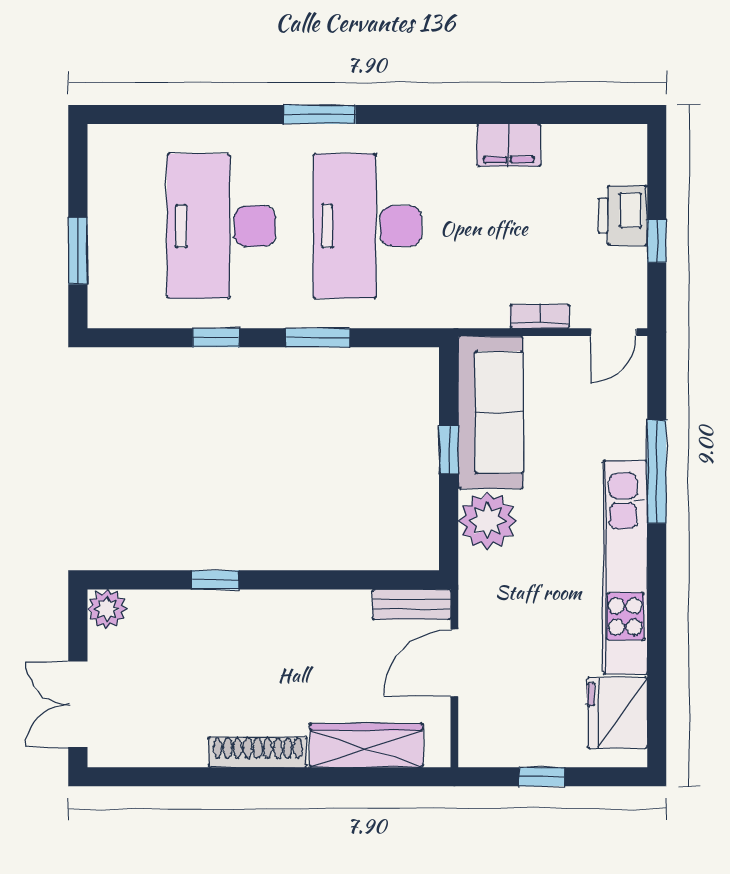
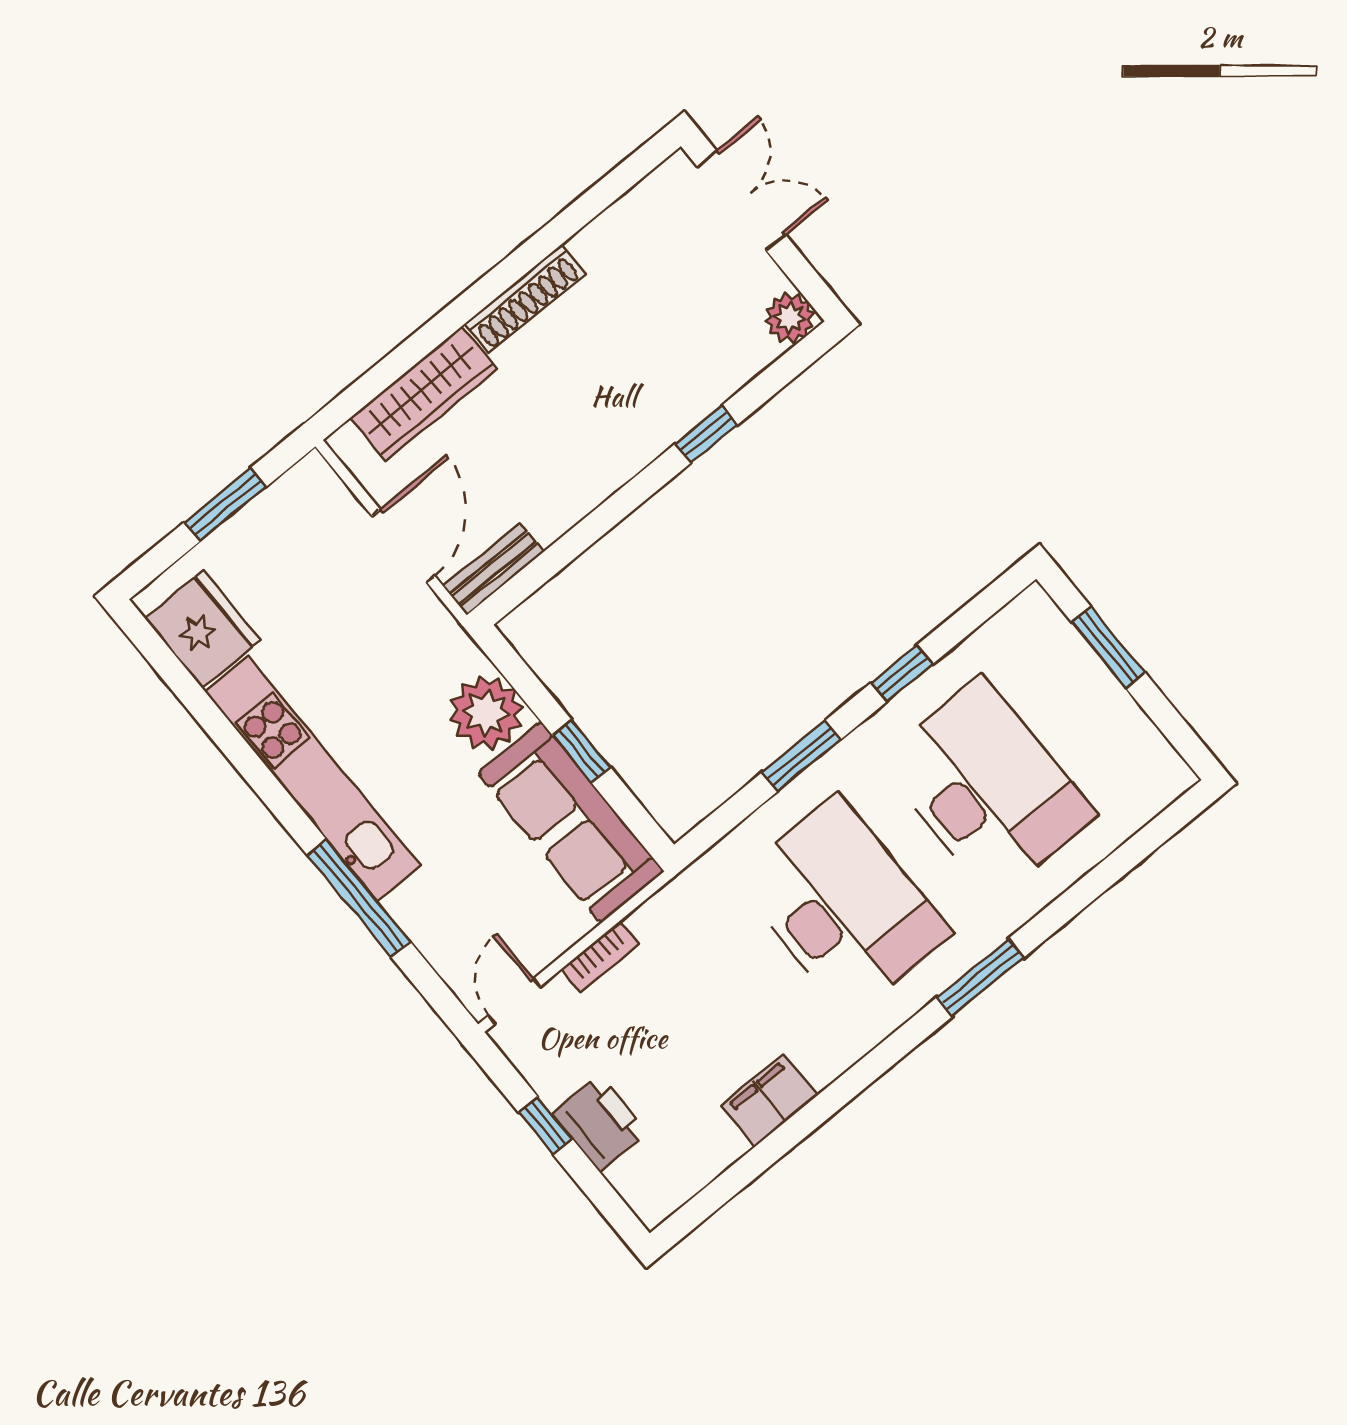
window: (542, 777) -> (225, 504), width x1.50

